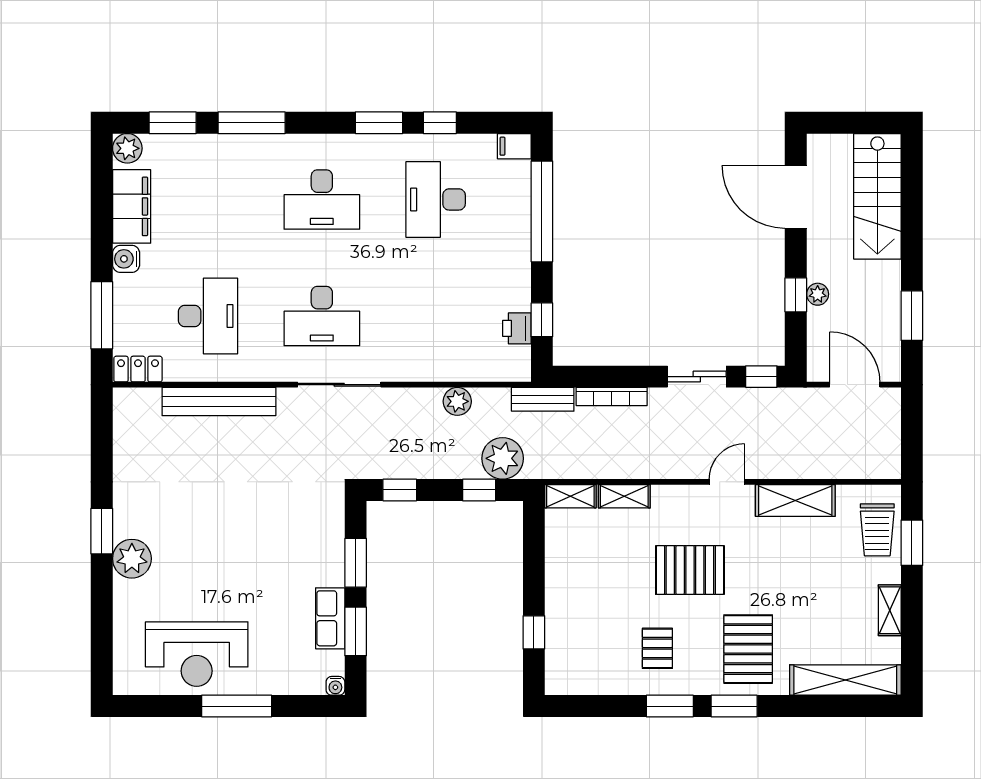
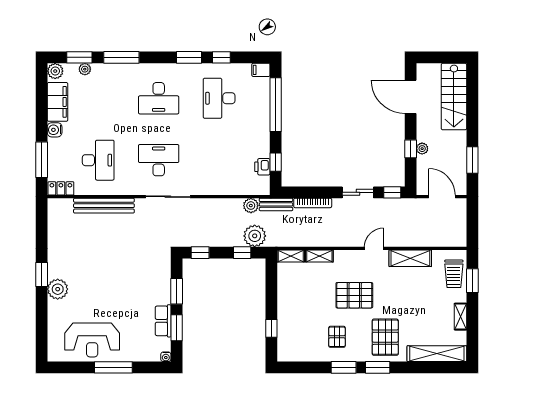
plant: (183, 145) -> (85, 69), added
desk: (322, 316) -> (159, 160), turned 180
plant: (457, 401) -> (251, 206), moved

